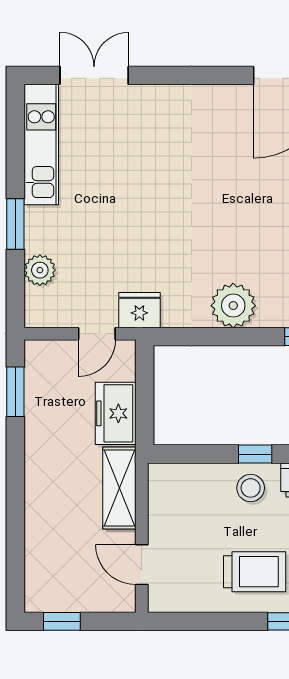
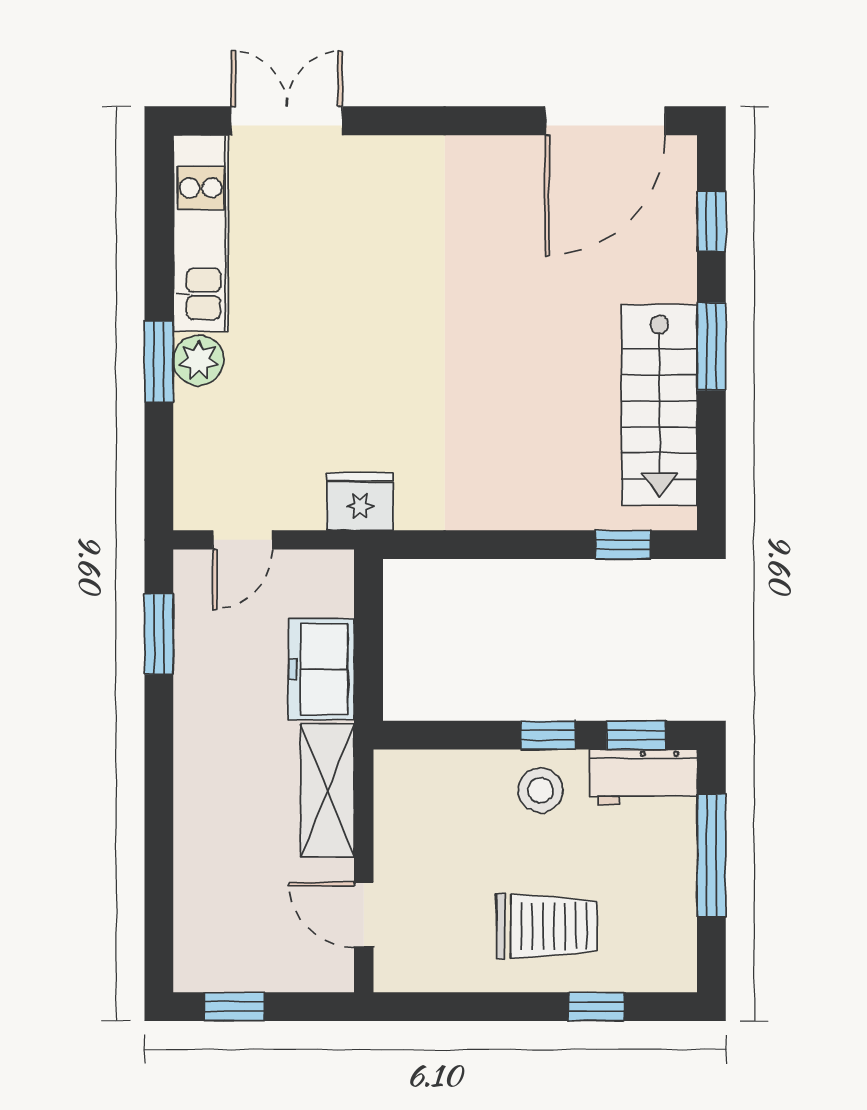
plant: (40, 270) -> (199, 360), moved
plant: (233, 306) -> (512, 494), removed
door: (97, 334) -> (243, 540), moved

